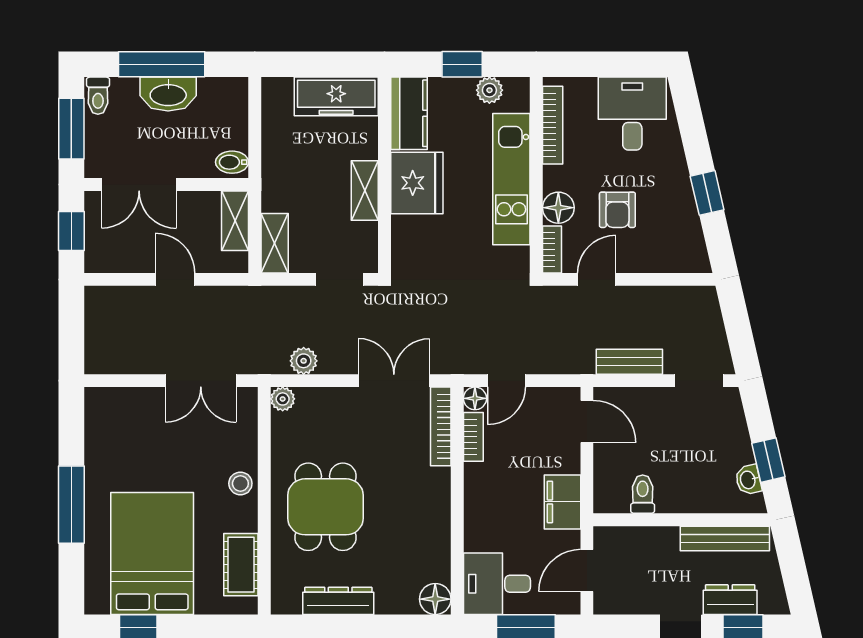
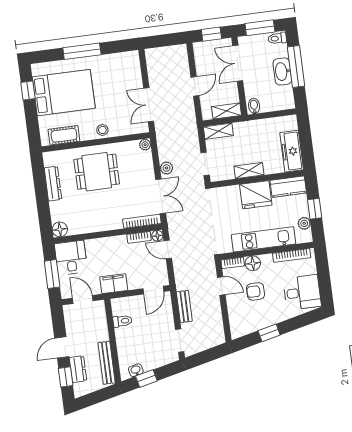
plant: (304, 361) -> (167, 168), moved

